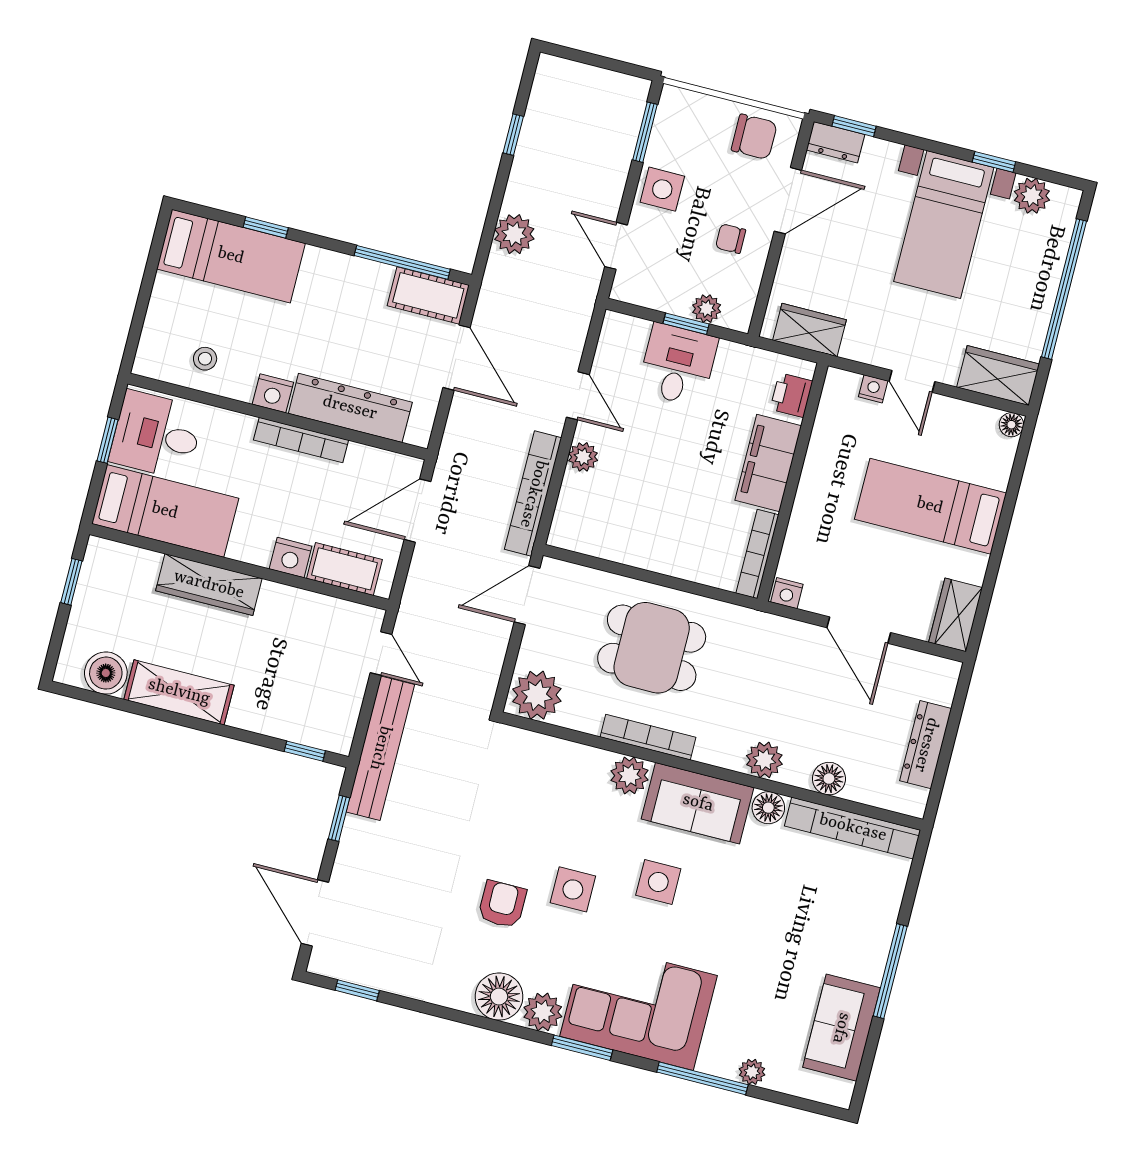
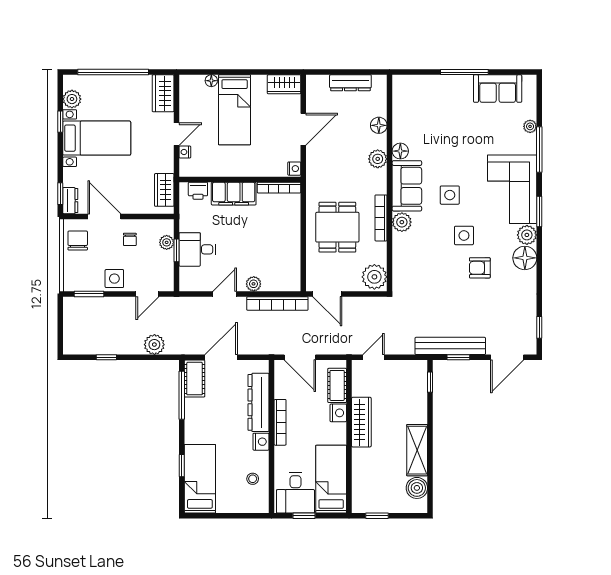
floor lamp: (1011, 425) -> (211, 81), moved
wardrobe: (209, 585) -> (361, 422), moved
bench: (380, 748) -> (450, 346), moved
bookcase: (853, 828) -> (400, 108), removed

